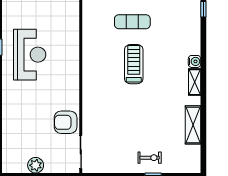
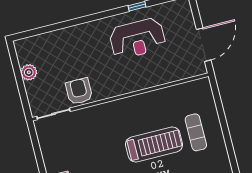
treadmill: (134, 64) -> (154, 144), width x1.37, depth x1.38

